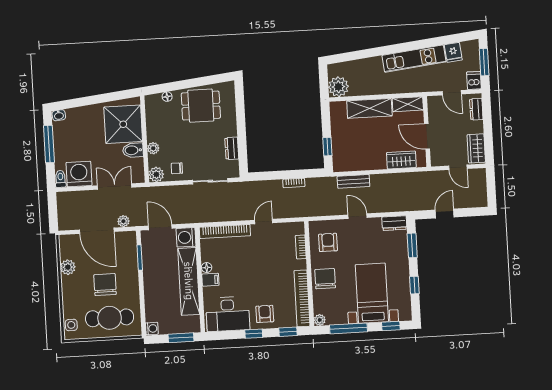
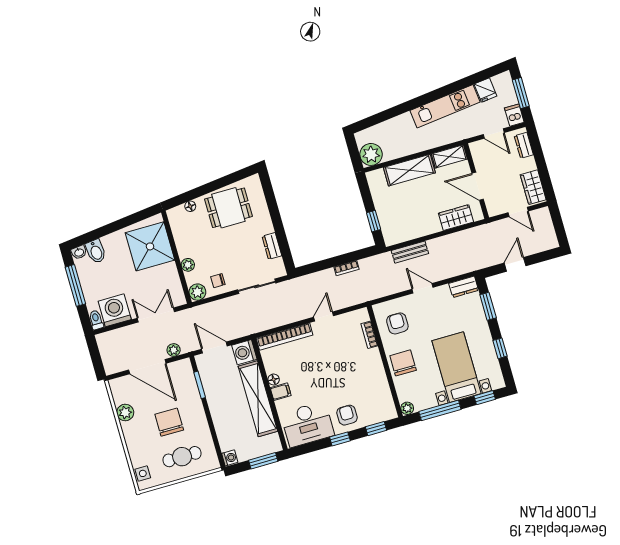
bidet: (133, 150) -> (96, 251), moved, turned -96
bookcase: (302, 298) -> (383, 389), removed
cafe table: (110, 318) -> (182, 457), width x0.73, depth x0.74

